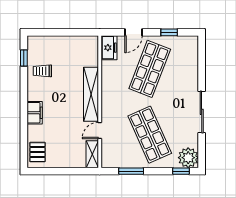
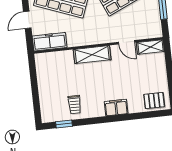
door: (134, 32) -> (27, 20), swing flipped
freezer: (109, 48) -> (50, 42), width x1.40
shelving: (91, 94) -> (92, 55), width x0.68

